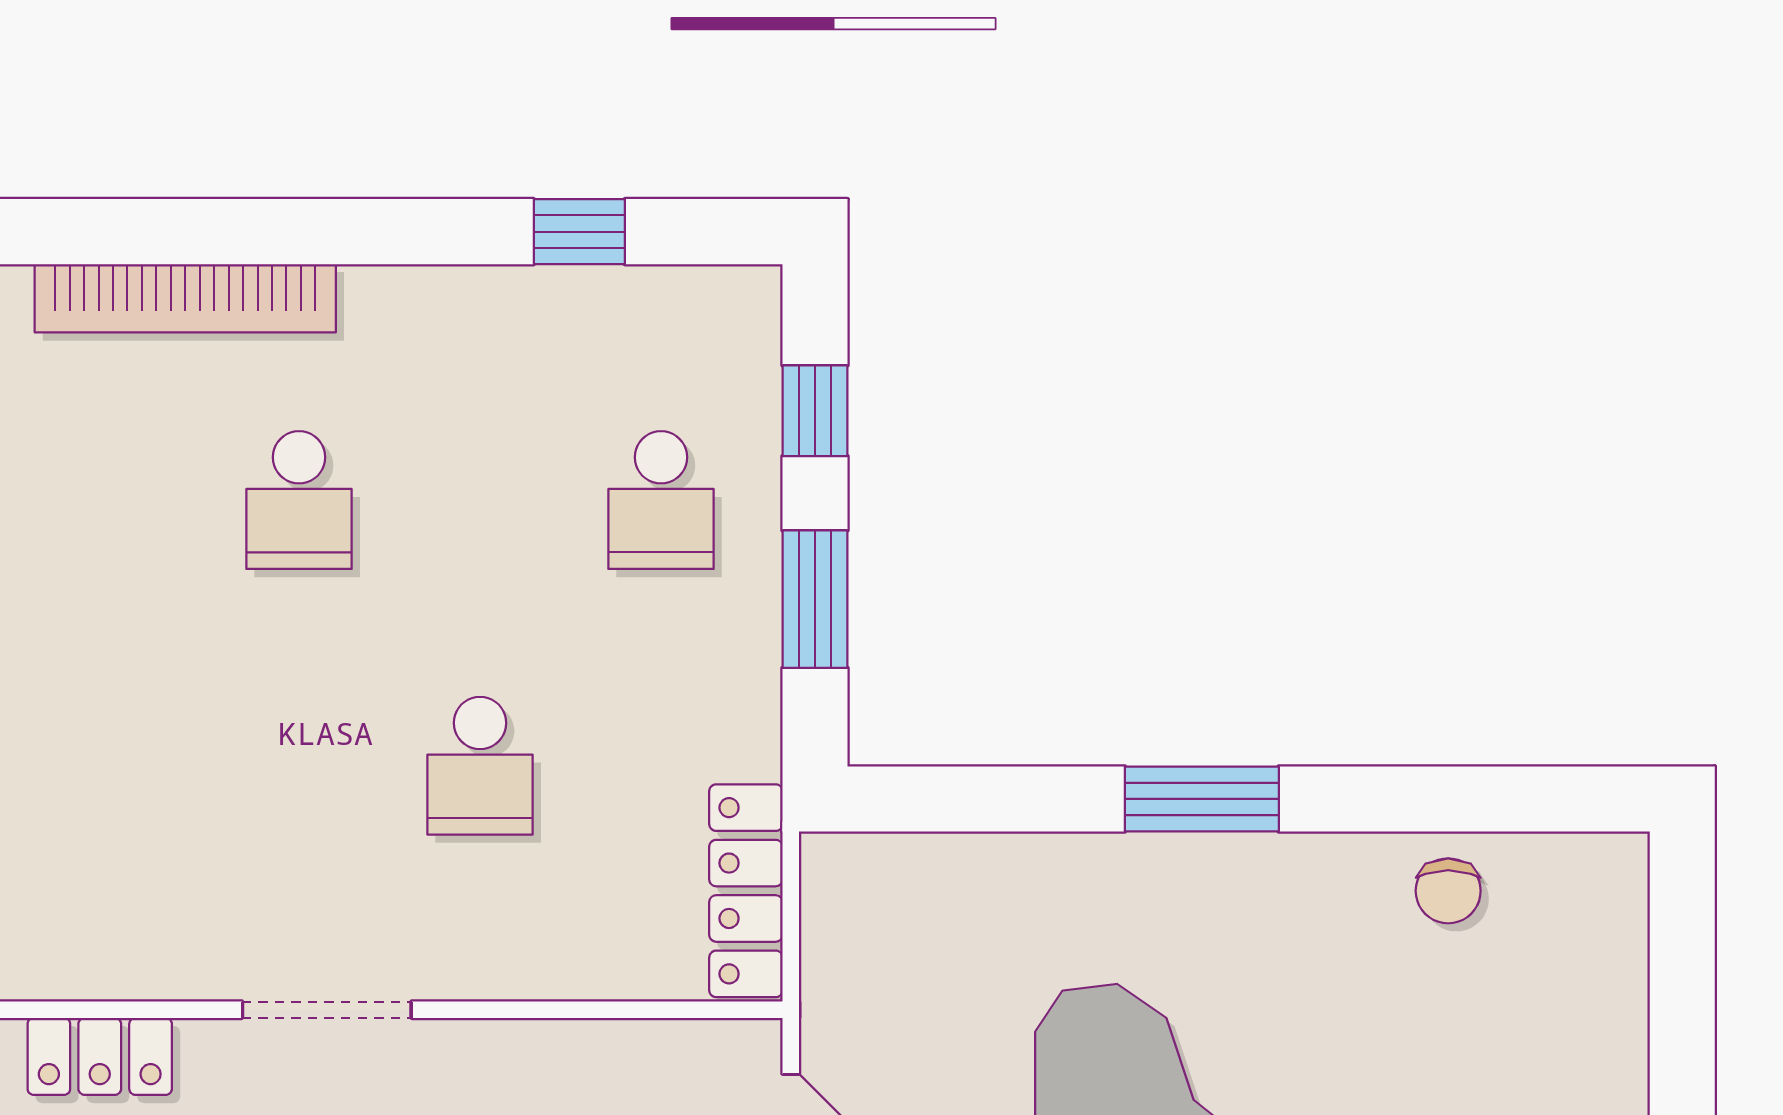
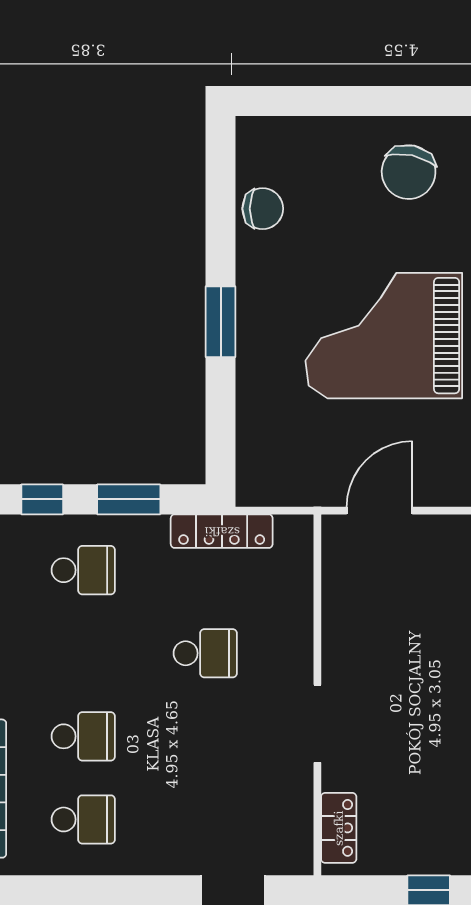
school desk: (118, 500) -> (83, 819), added
locker: (746, 891) -> (222, 531), moved
chair: (1448, 891) -> (263, 209), width x1.37, depth x1.37

